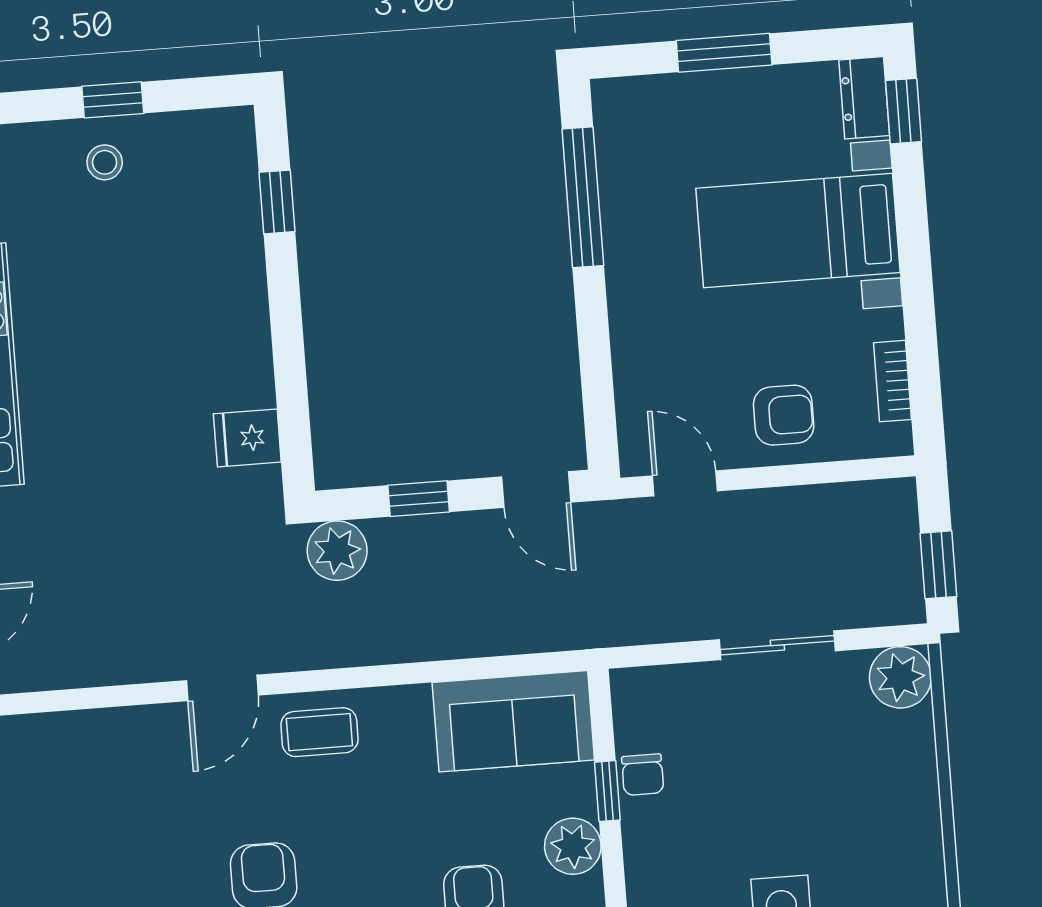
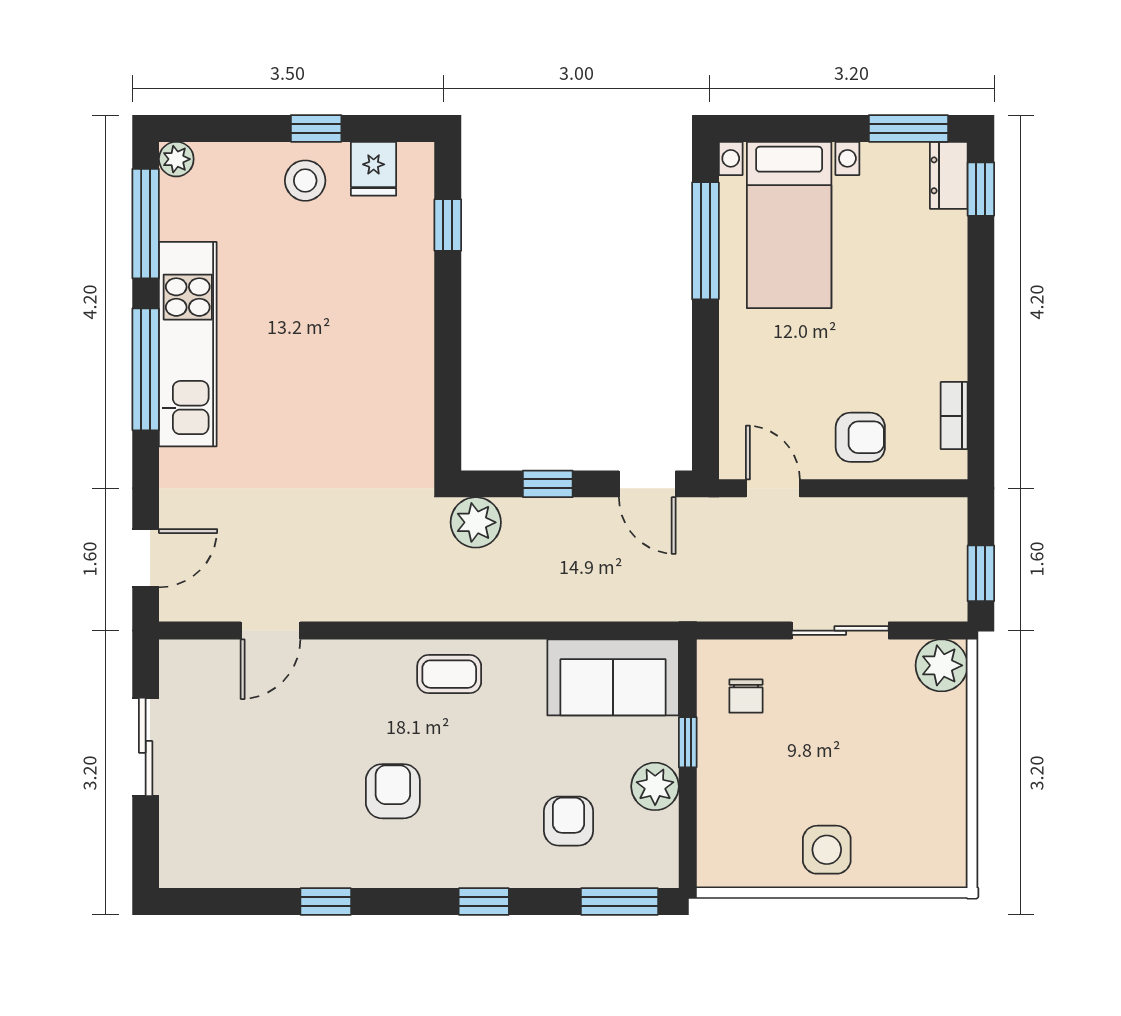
window: (724, 53) -> (908, 128), moved
stool: (105, 162) -> (305, 181), width x1.37, depth x1.37
bed with nightstands: (798, 230) -> (789, 225), moved, turned -90
fridge: (247, 438) -> (374, 169), moved, turned -90
door: (222, 688) -> (270, 631), moved
chair: (643, 775) -> (746, 696), moved

